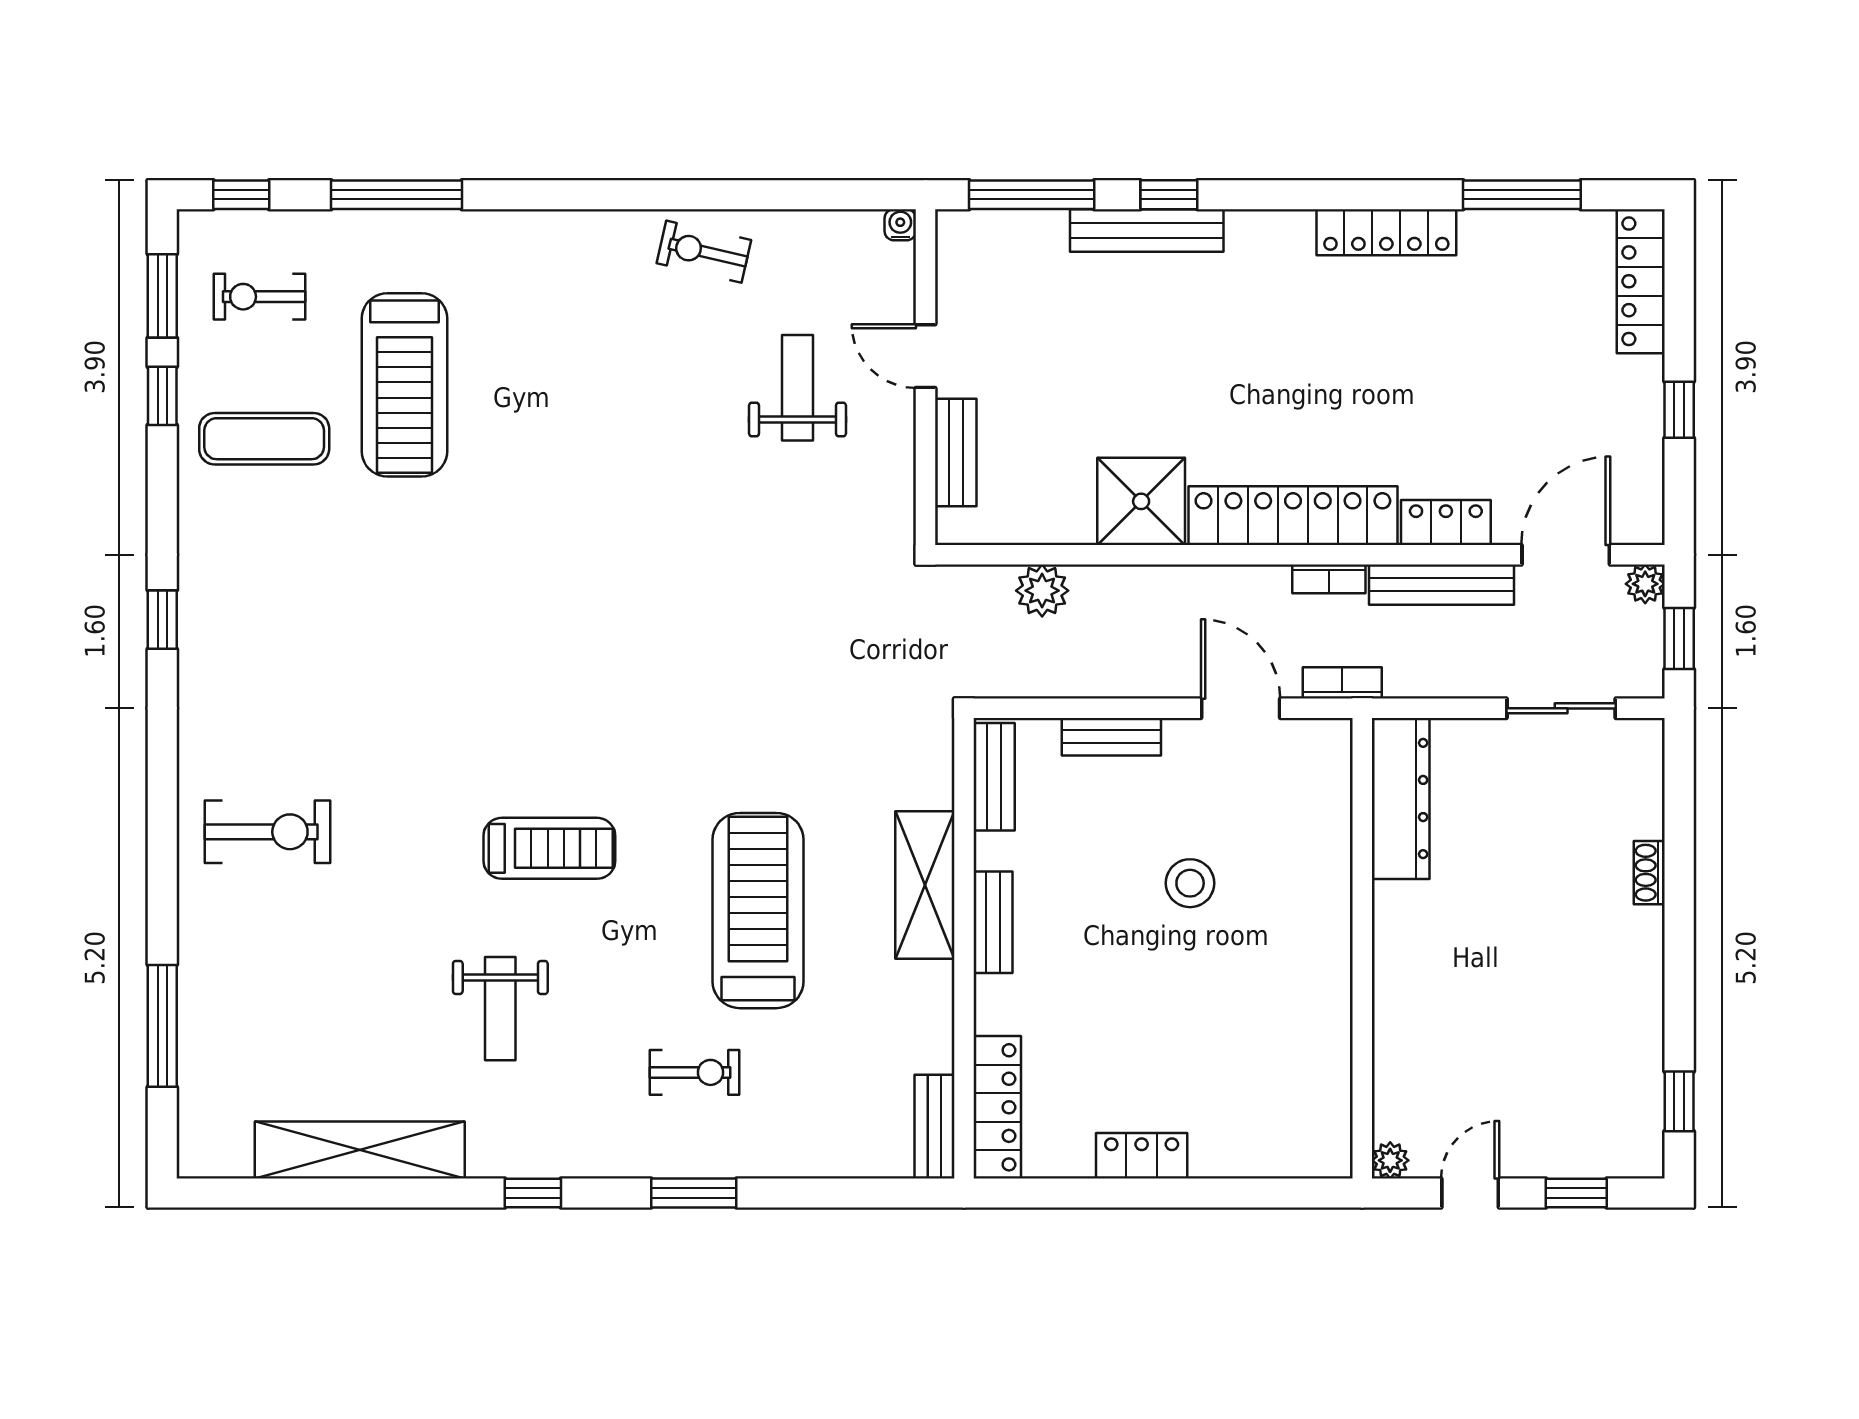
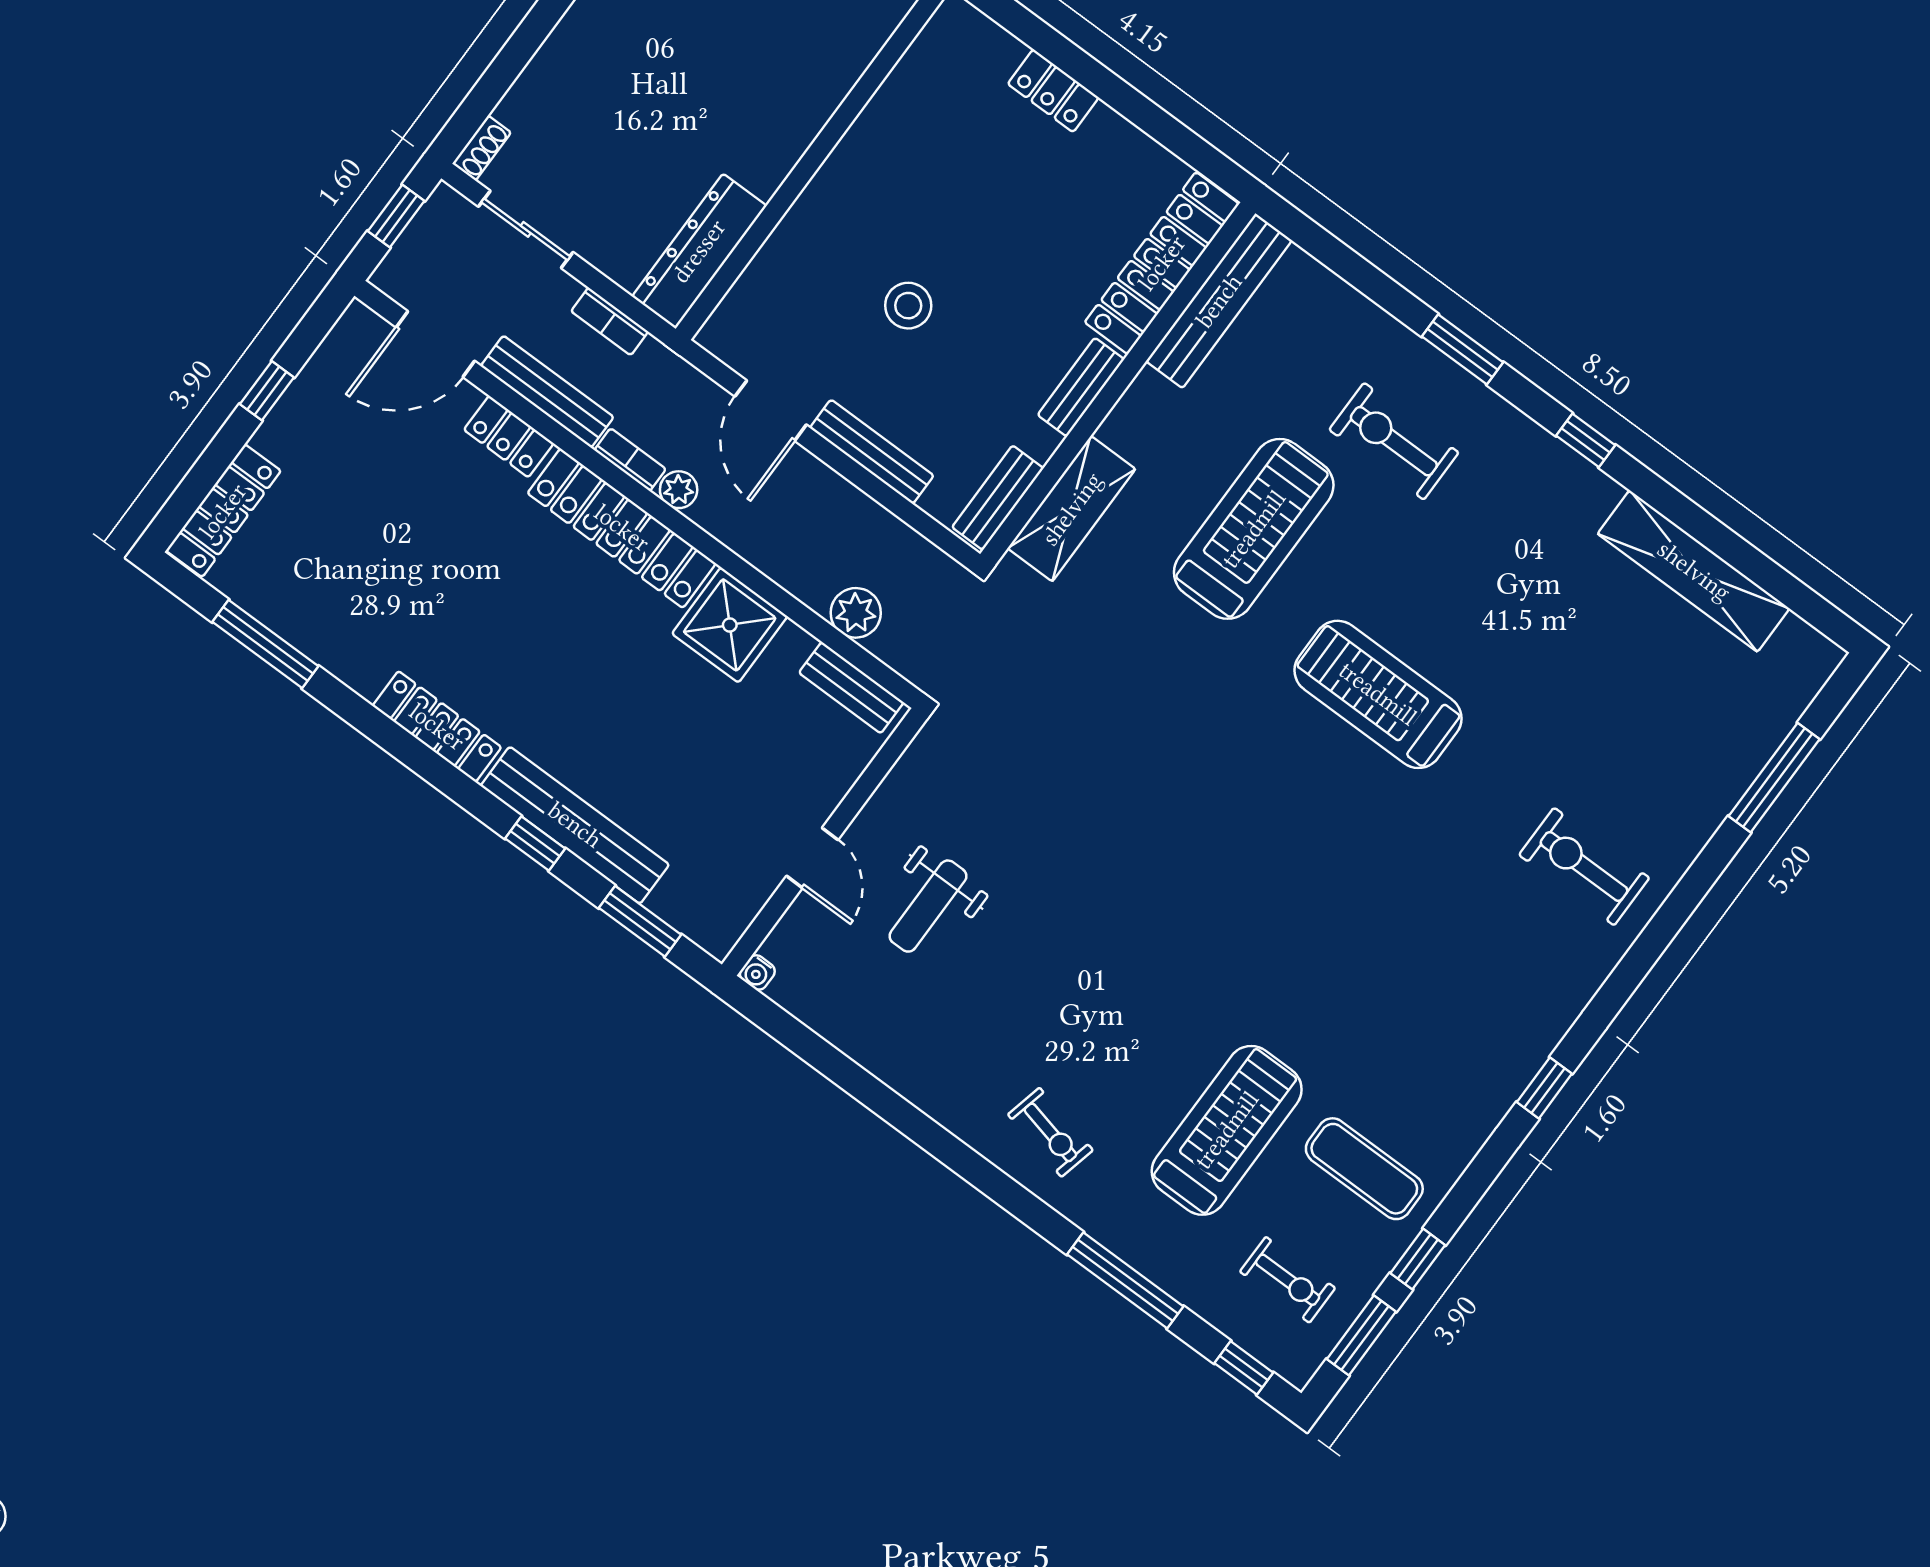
window: (1032, 195) -> (640, 921), width x0.69
bench: (1147, 231) -> (575, 825), width x1.37, depth x1.21
locker: (1386, 232) -> (437, 727), moved
exercise bike: (704, 252) -> (1050, 1132), moved
bench: (956, 453) -> (851, 688), moved, turned 90
plant: (1645, 584) -> (679, 490), moved
bookcase: (1342, 683) -> (610, 321), moved
bench: (1111, 737) -> (872, 452), width x1.36
treadmill: (549, 848) -> (1378, 694), width x1.37, depth x1.38
shoe rack: (1649, 873) -> (482, 148), moved
shelving: (925, 885) -> (1072, 509), moved
treadmill: (758, 911) -> (1254, 529), turned 180
weight bench: (500, 1009) -> (1506, 600), removed
exercise bike: (694, 1072) -> (1394, 441), width x1.38, depth x1.39
locker: (997, 1107) -> (1162, 263), width x1.41, depth x1.21
bench: (934, 1127) -> (1219, 301), width x1.86, depth x1.21
locker: (1142, 1156) -> (1053, 91), moved

